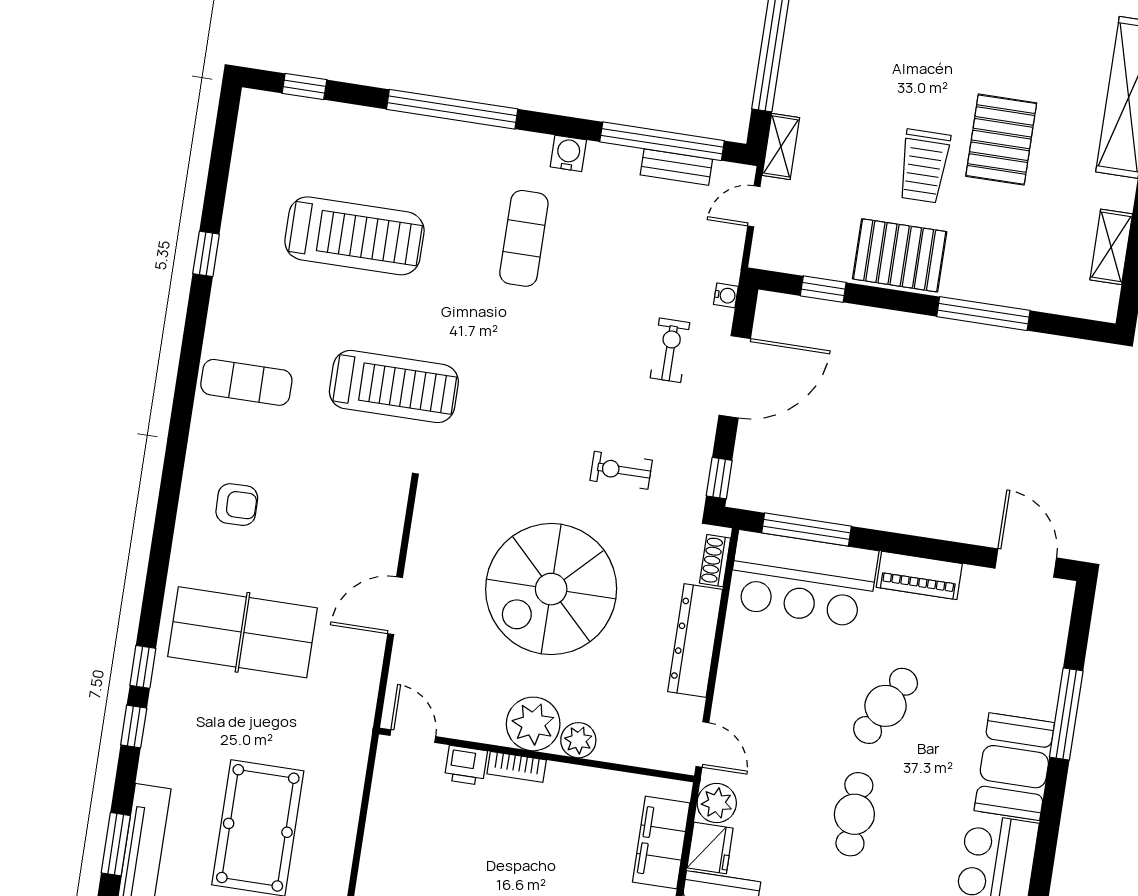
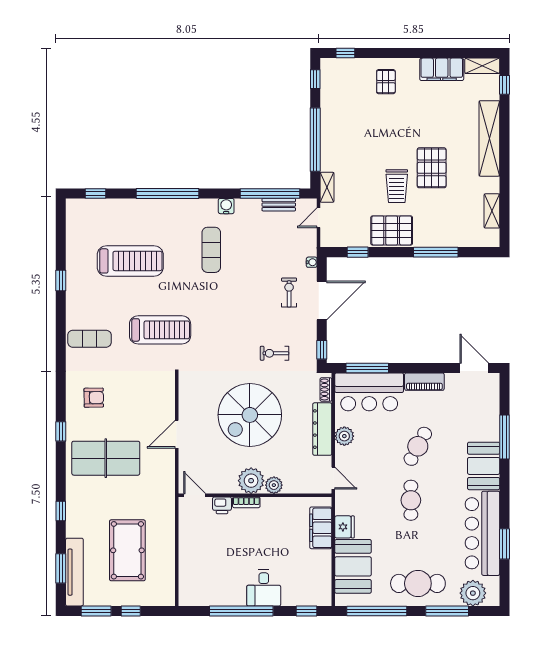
window: (143, 667) -> (61, 431), moved
plant: (717, 803) -> (344, 436), moved

